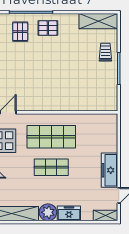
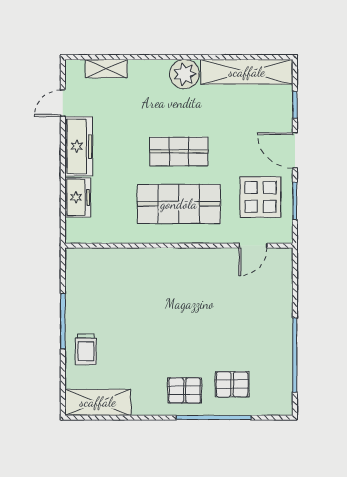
pallet: (20, 32) -> (232, 384), turned 90
freezer: (69, 213) -> (78, 197), moved, turned -90
shelving: (105, 215) -> (106, 69), moved

